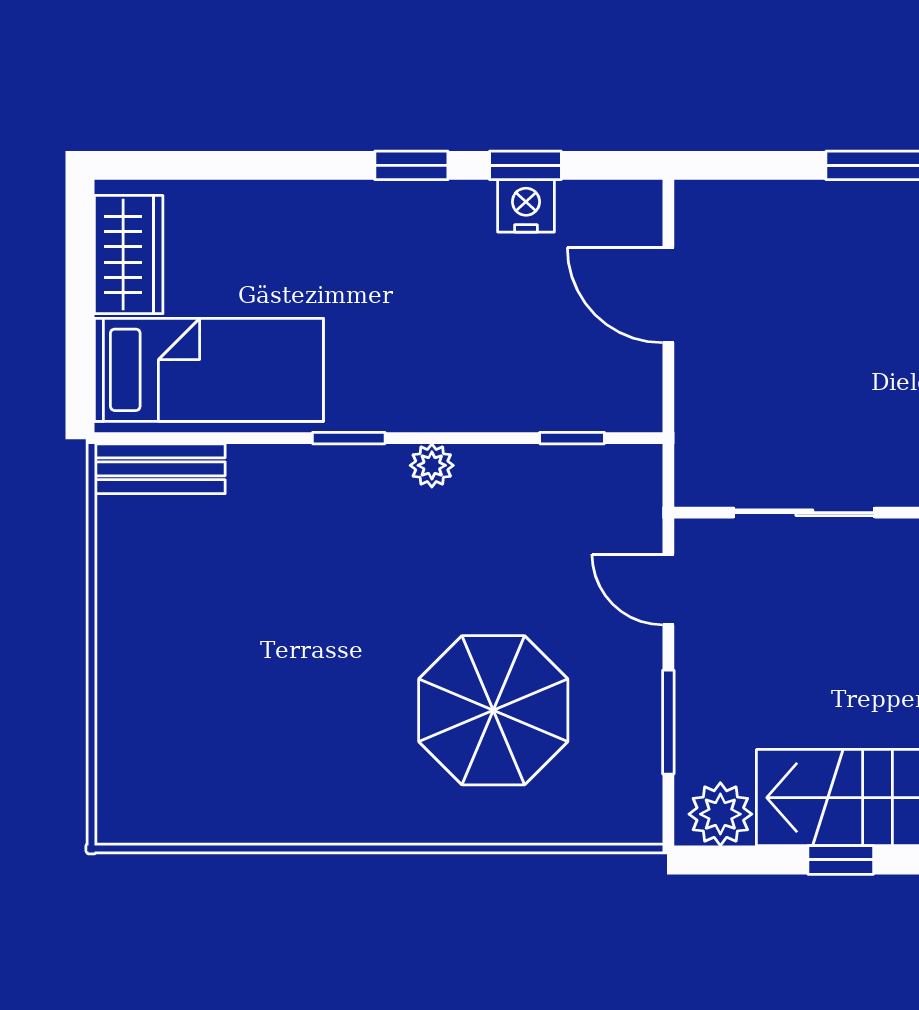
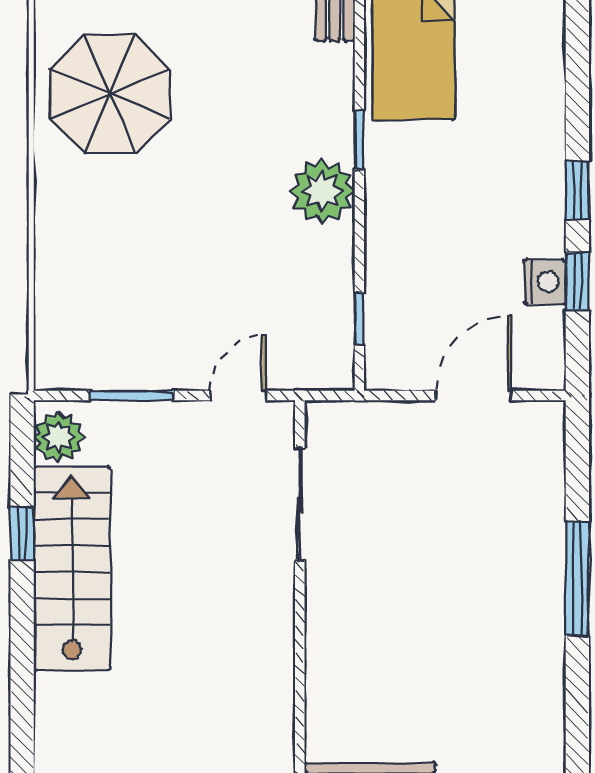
plant: (432, 465) -> (322, 191), width x1.88, depth x1.88
parasol: (493, 710) -> (110, 94), moved

